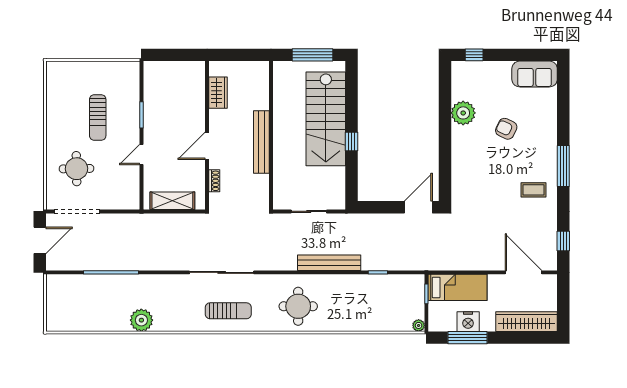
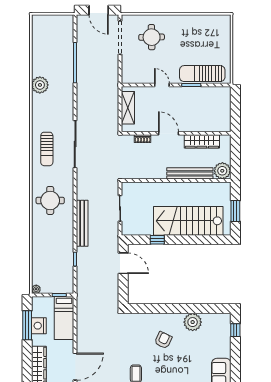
window: (313, 55) -> (235, 211), width x0.69
plant: (258, 73) -> (222, 171), added
wardrobe: (218, 93) -> (202, 141), width x1.50
sun lounger: (98, 117) -> (202, 74), moved, width x1.36, depth x1.34
armchair: (506, 129) -> (163, 340), moved
window: (351, 141) -> (157, 240), moved
bench: (261, 142) -> (190, 173), moved
door: (418, 207) -> (123, 263), moved

